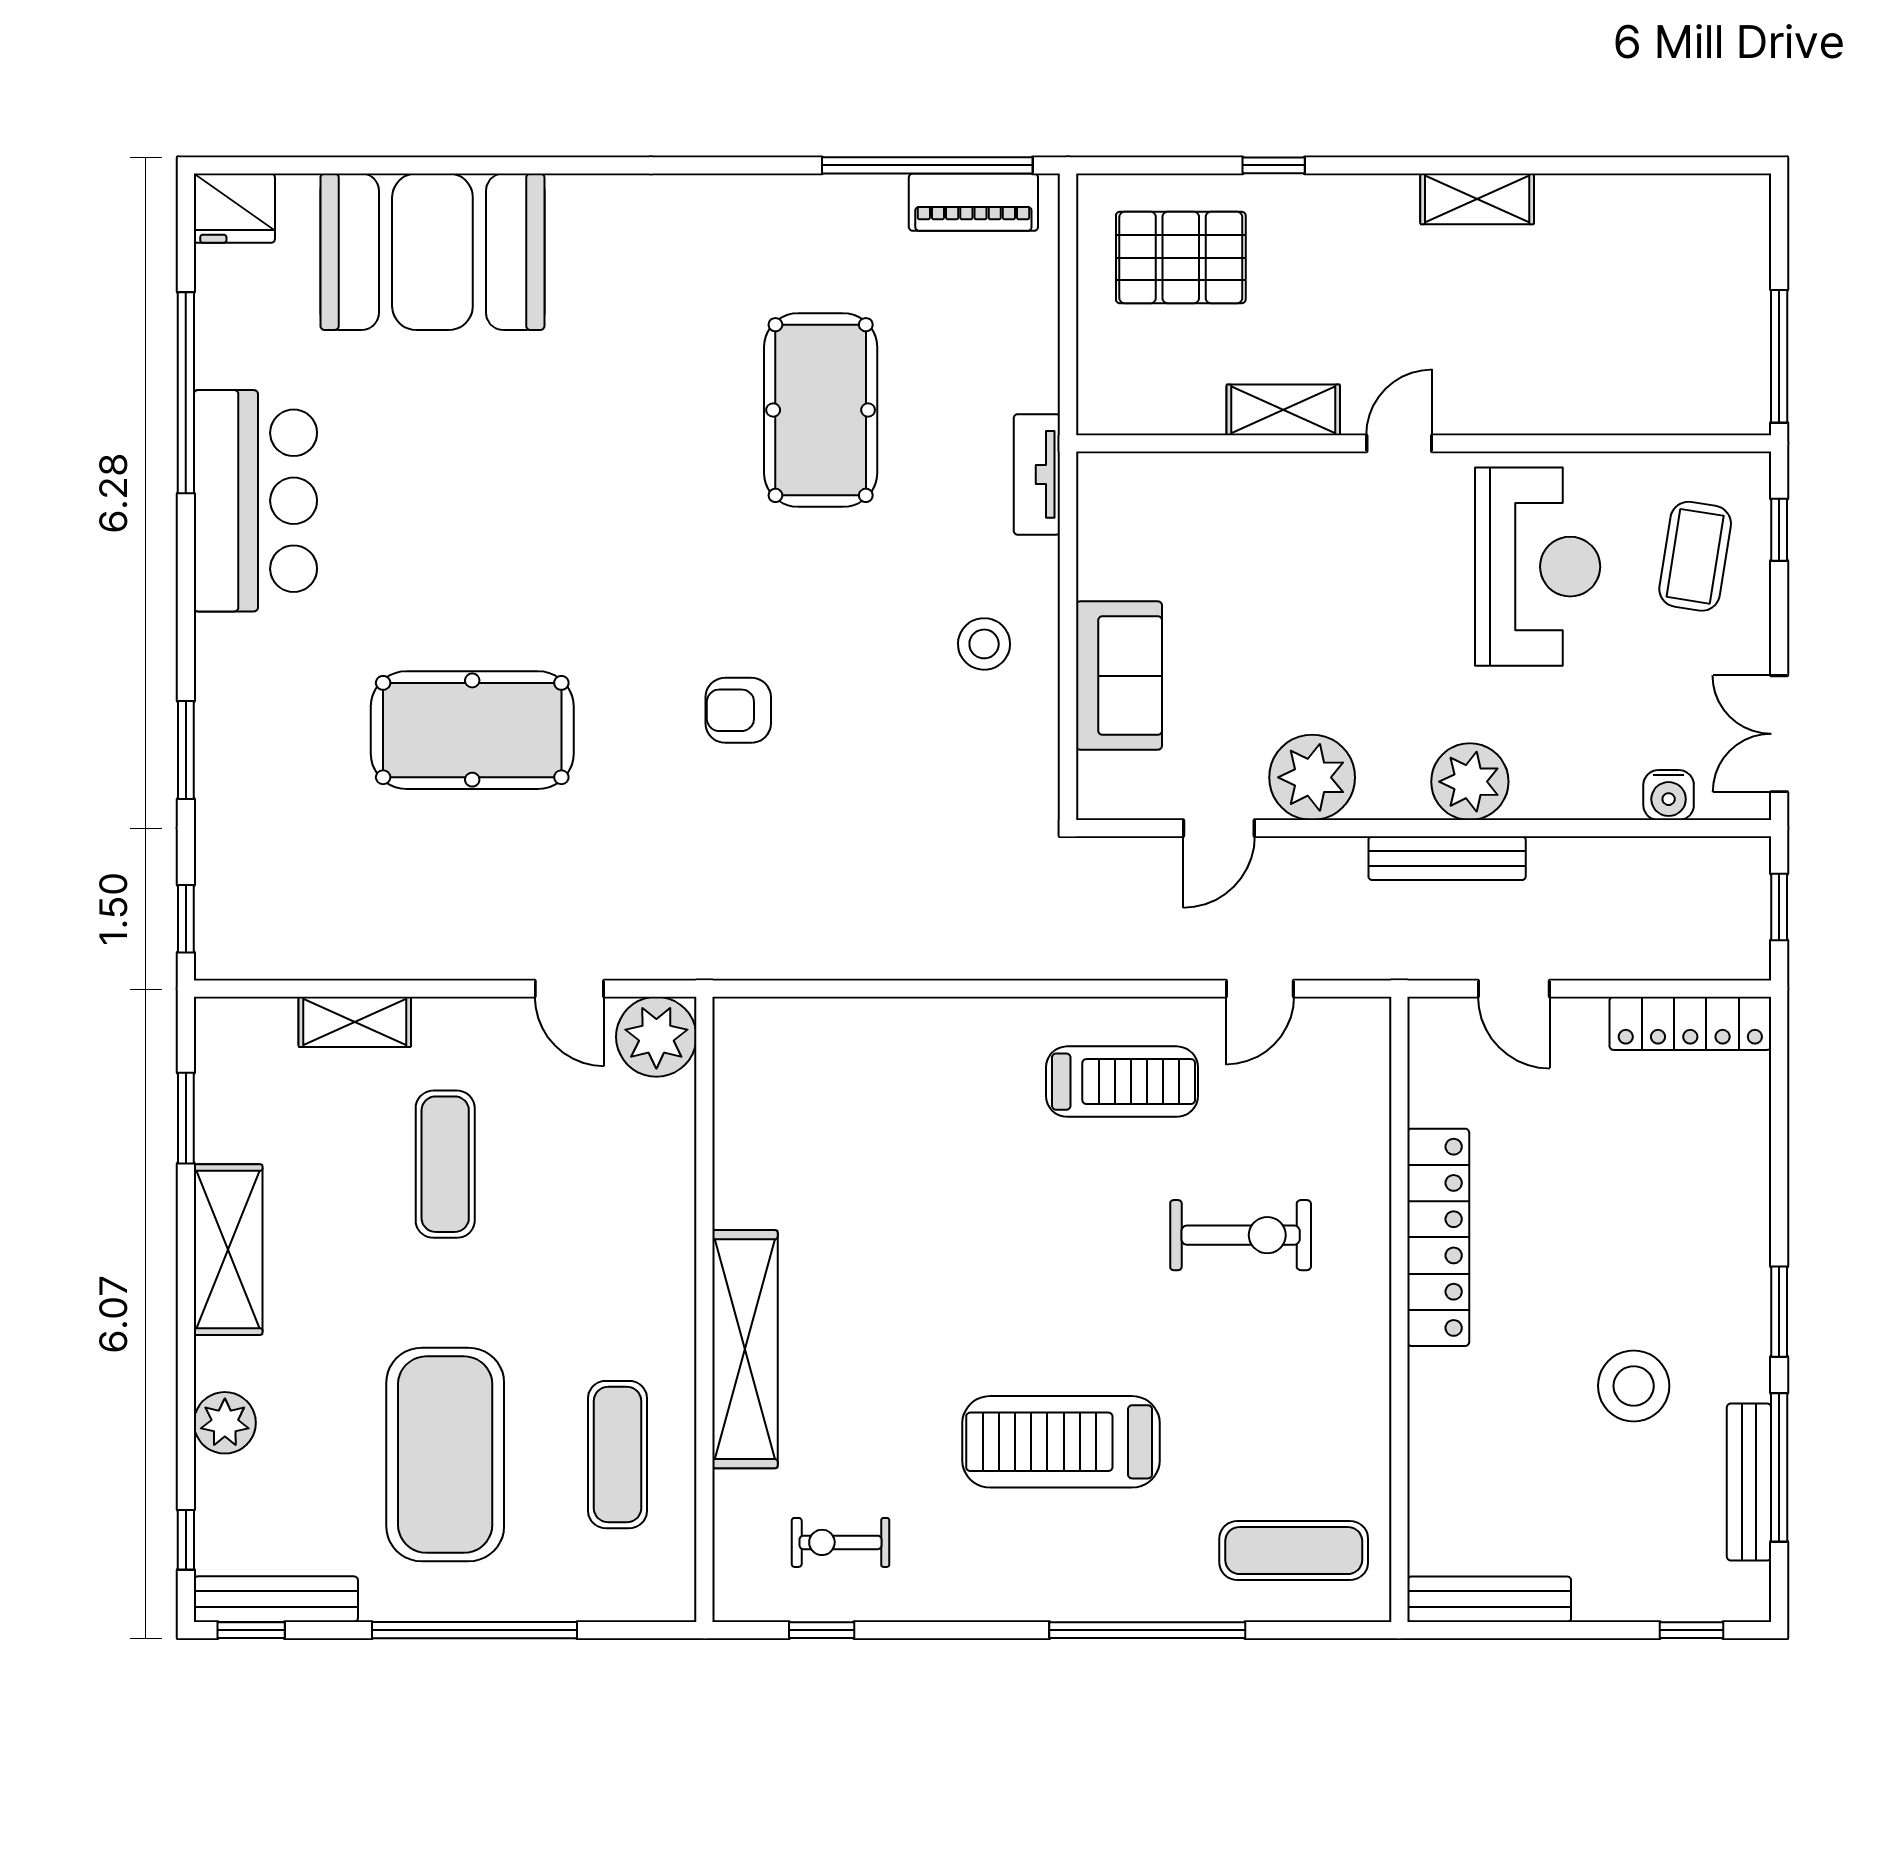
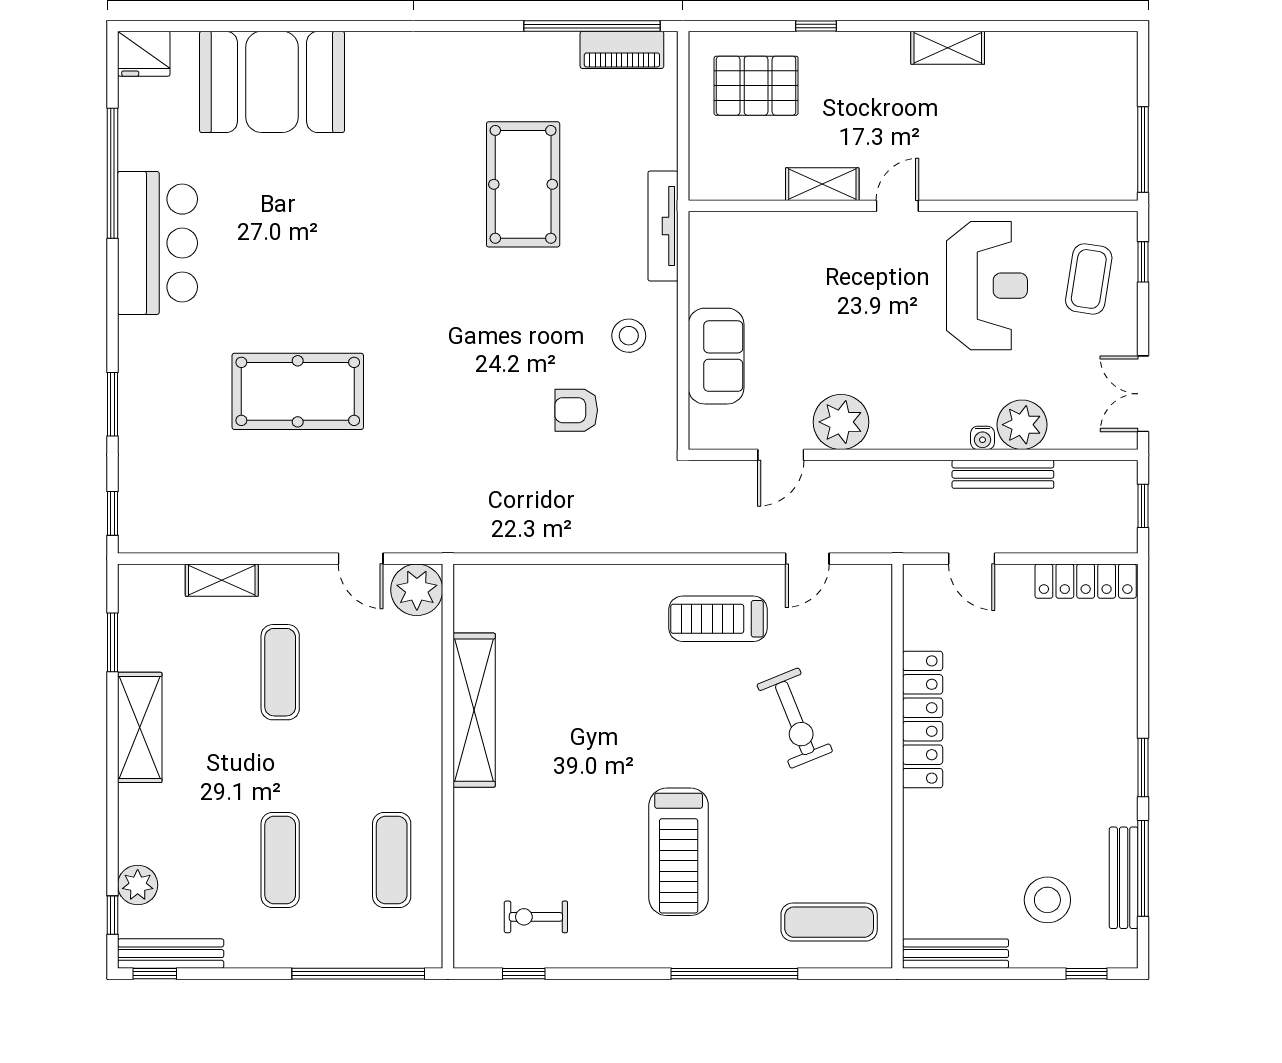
tv unit: (1037, 474) -> (663, 226), width x1.41
armchair: (738, 710) -> (576, 410), moved
plant: (1470, 782) -> (1022, 425), moved
water cooler: (1669, 795) -> (983, 438), moved, width x0.72, depth x0.72
bench: (1447, 858) -> (1003, 474), moved
treadmill: (1122, 1082) -> (718, 619), turned 180
exercise bike: (1241, 1235) -> (795, 718), turned 68
shelving: (745, 1349) -> (474, 710), moved
stool: (1634, 1386) -> (1047, 900), moved
plant: (225, 1423) -> (138, 885), moved
treadmill: (1061, 1442) -> (679, 852), turned -90
exercise mat: (445, 1455) -> (280, 860), width x0.50, depth x0.69
window: (474, 1630) -> (358, 974), moved

